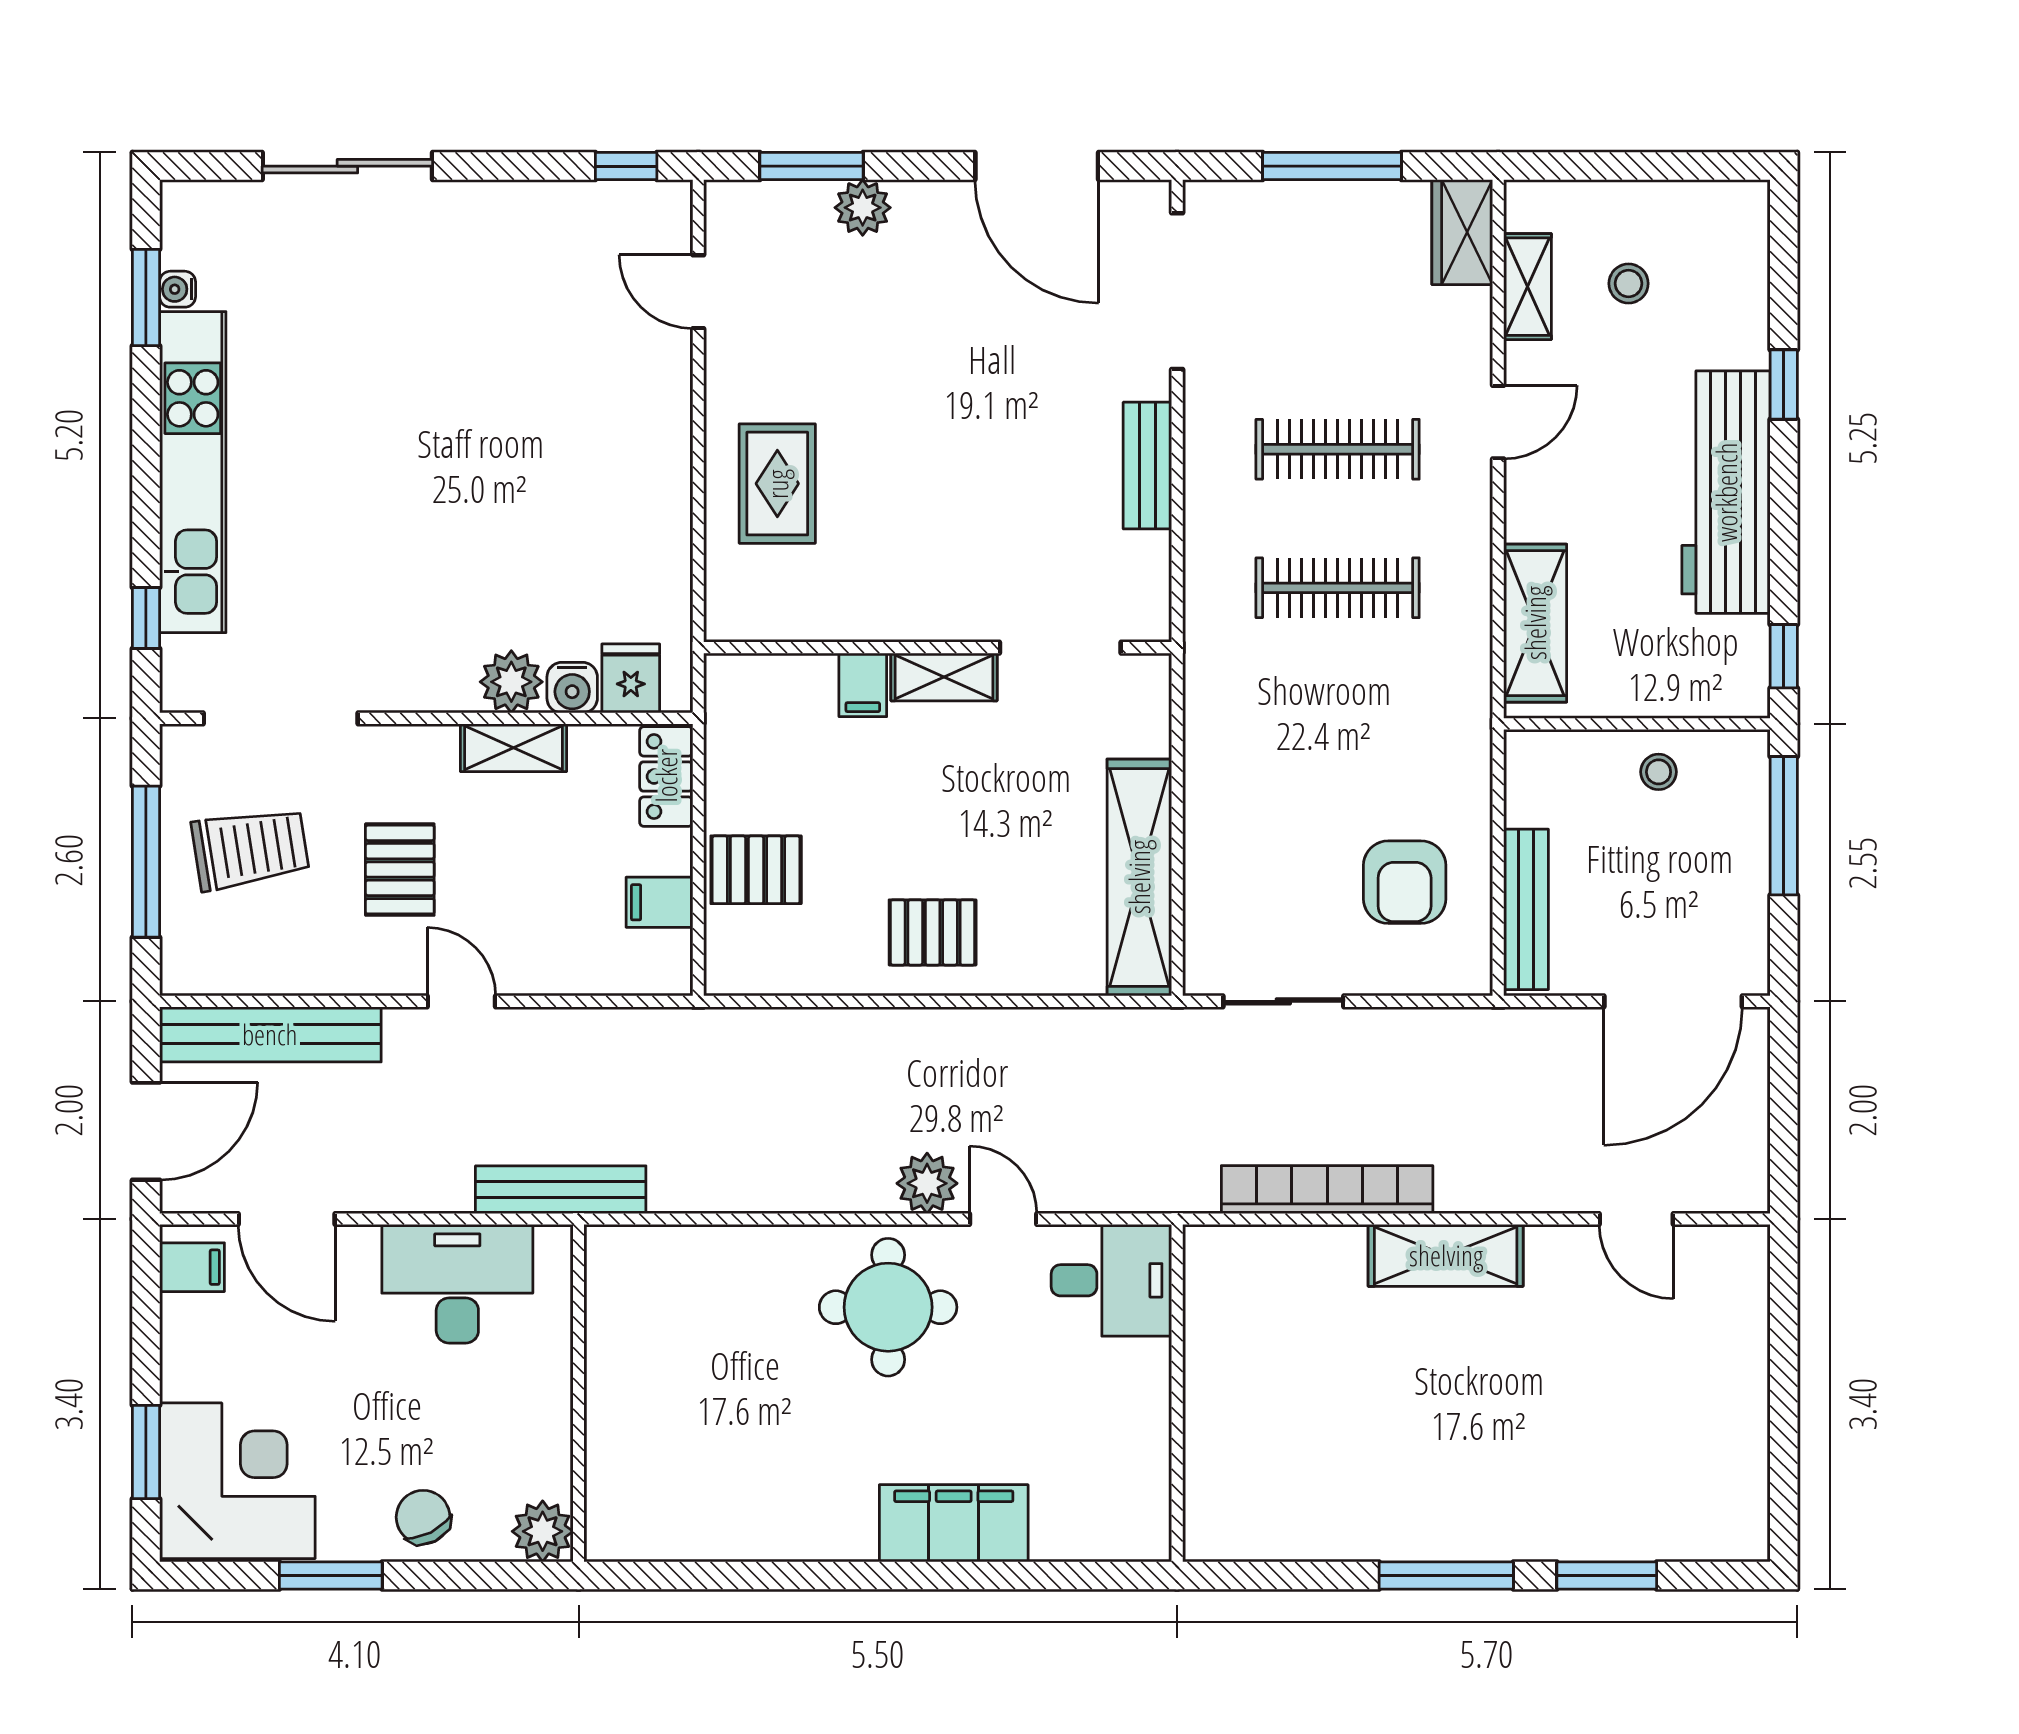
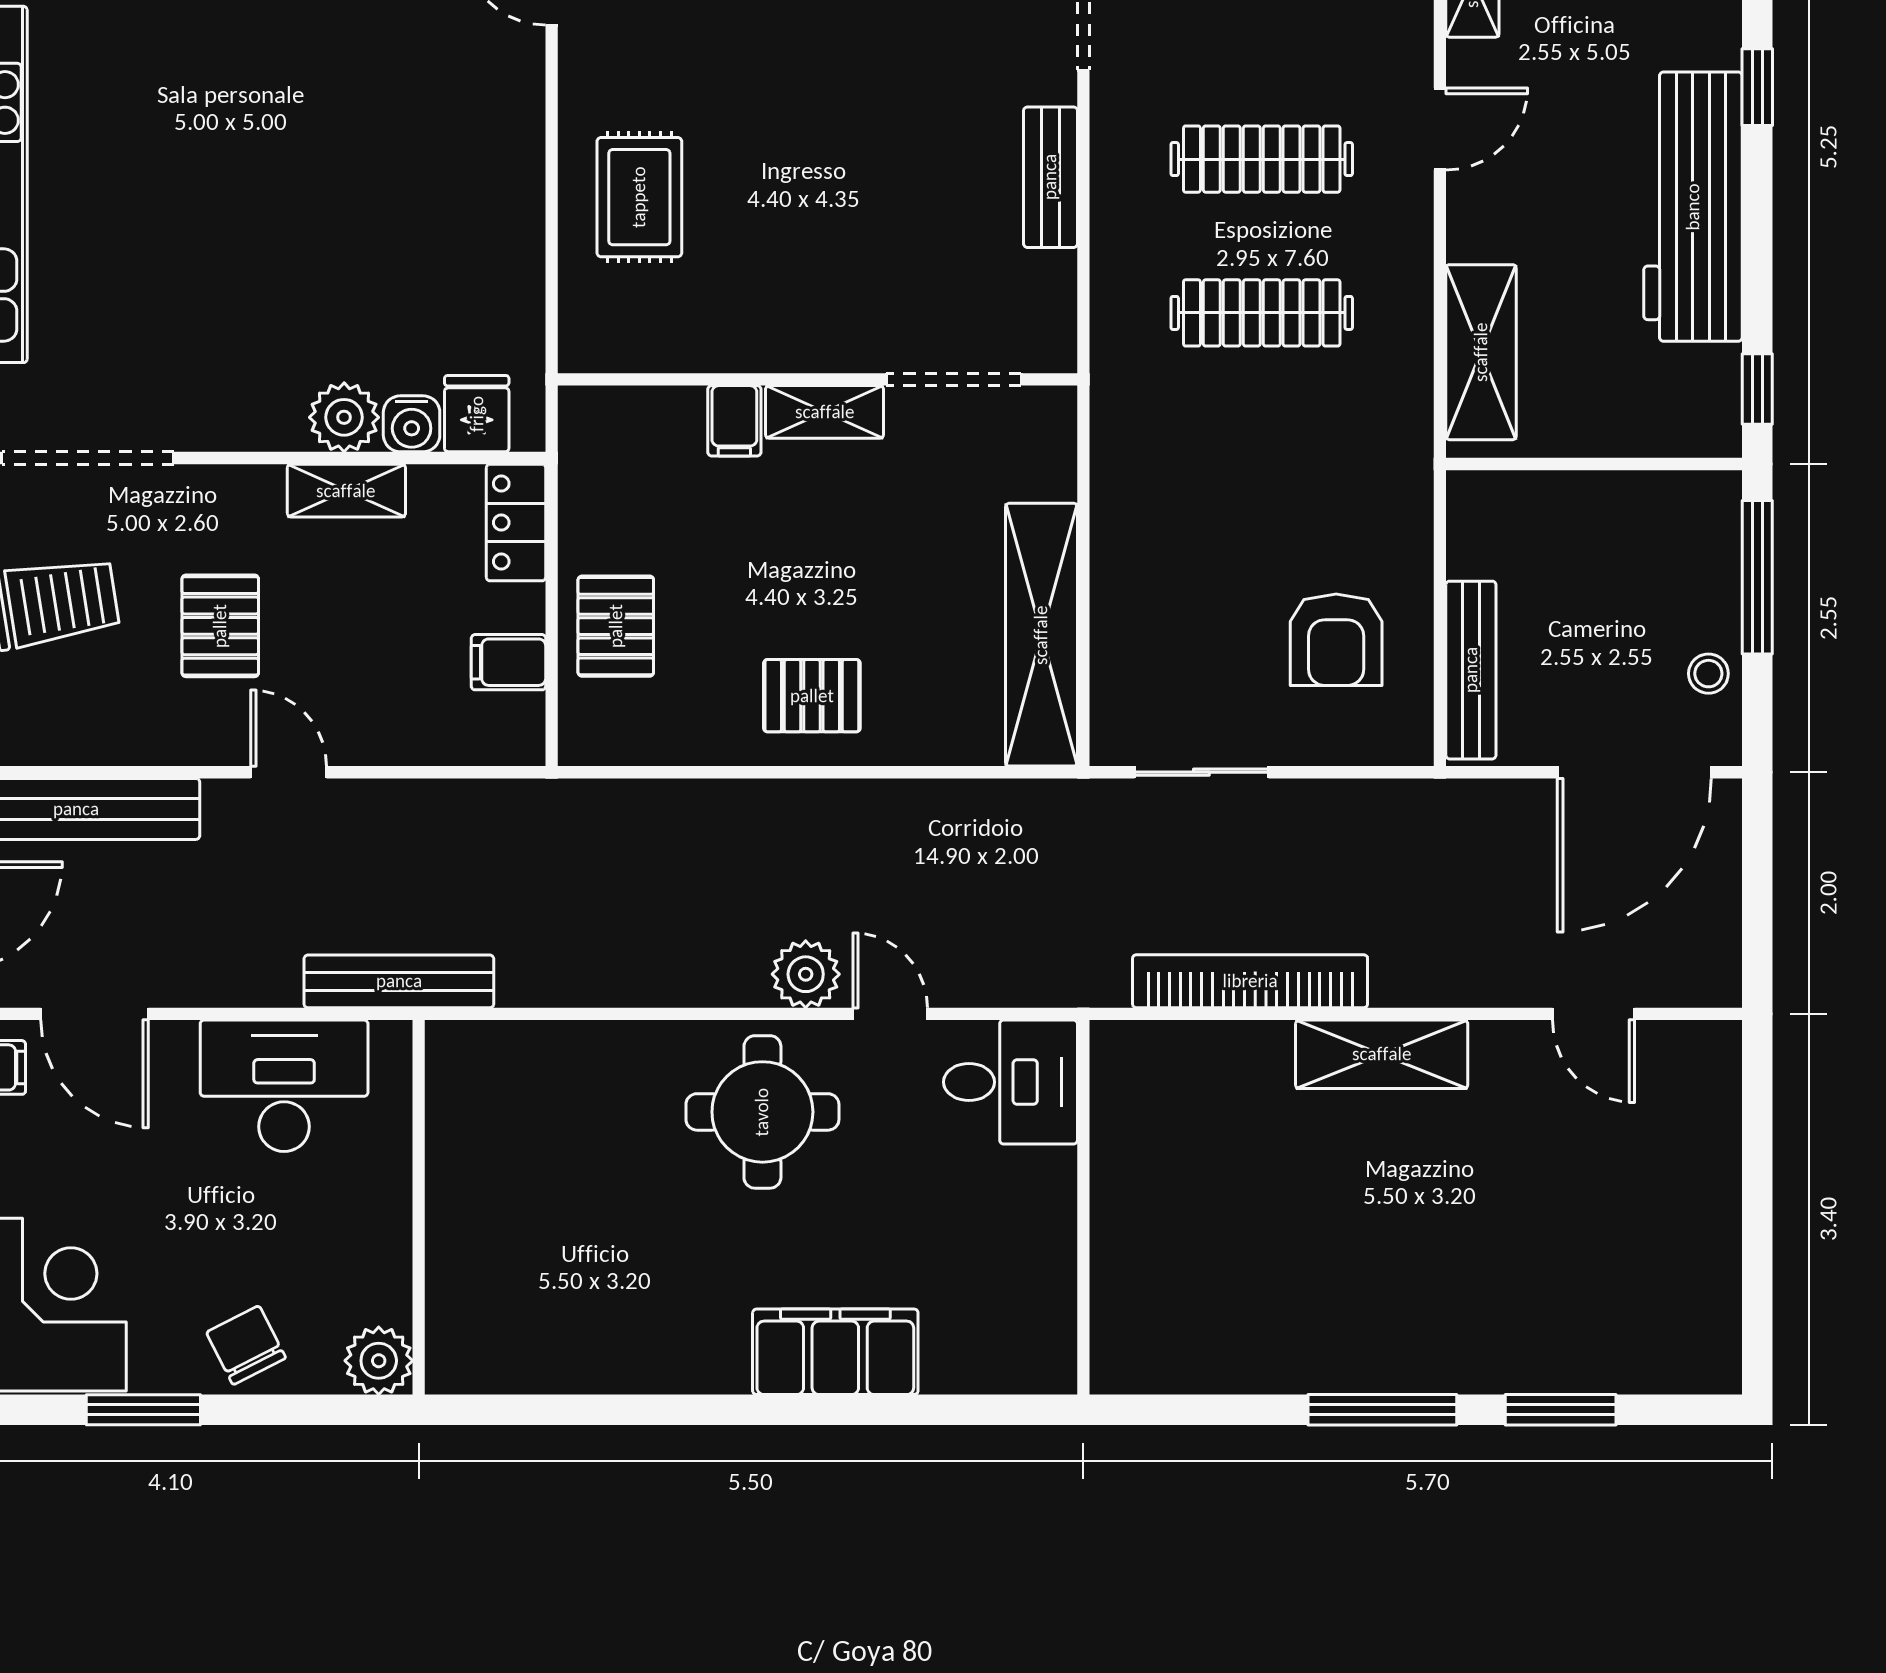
stool: (1659, 772) -> (1708, 674), moved
pallet: (756, 870) -> (616, 626), turned 90

